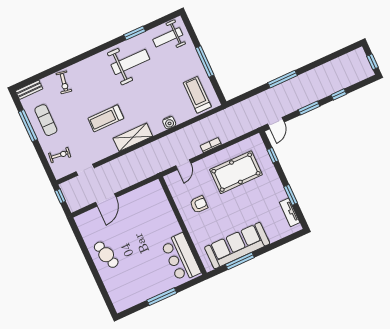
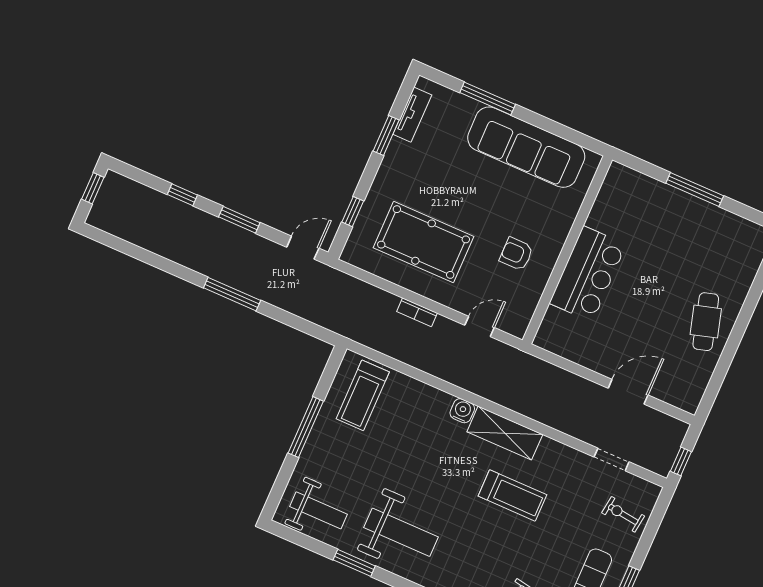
weight bench: (130, 62) -> (401, 532), turned 180
water cooler: (169, 123) -> (462, 411), moved
bar counter: (181, 258) -> (588, 274), moved
window: (240, 261) -> (488, 99), moved

